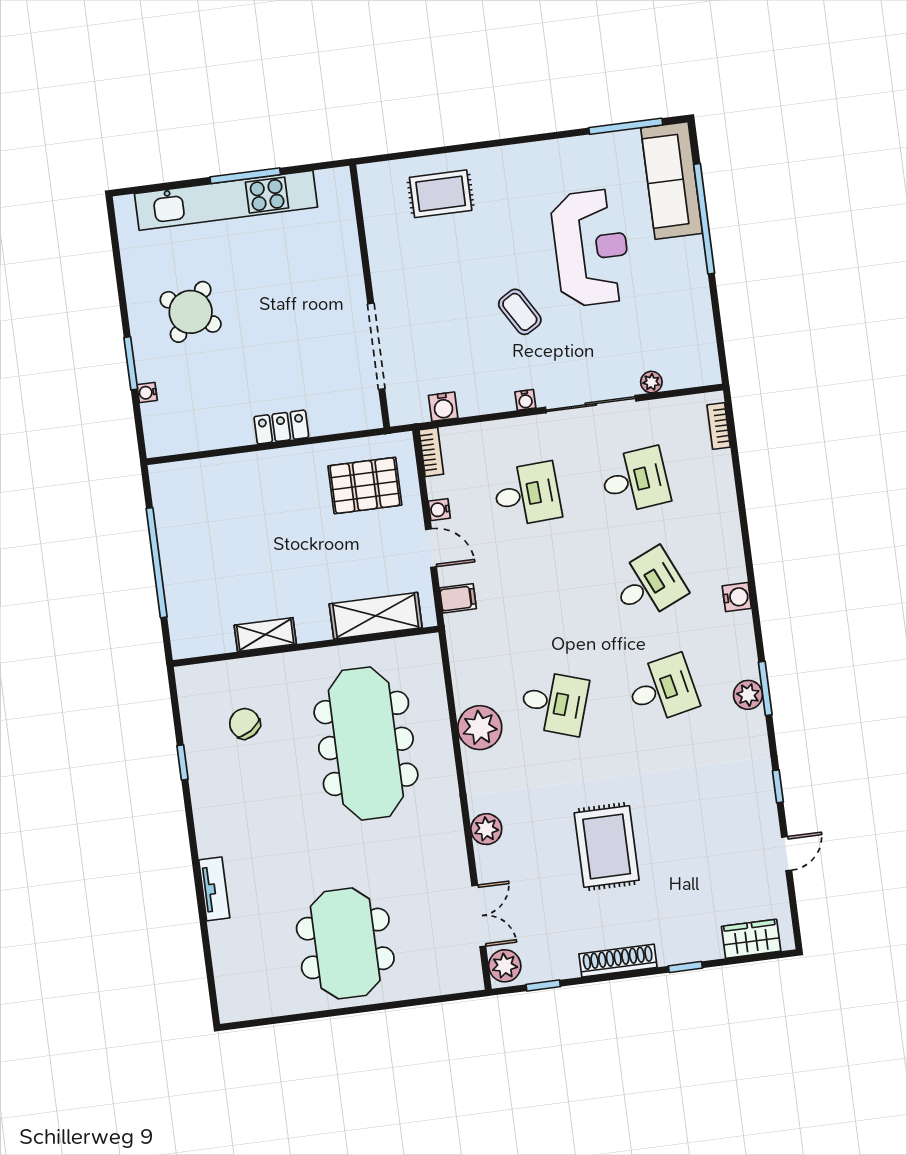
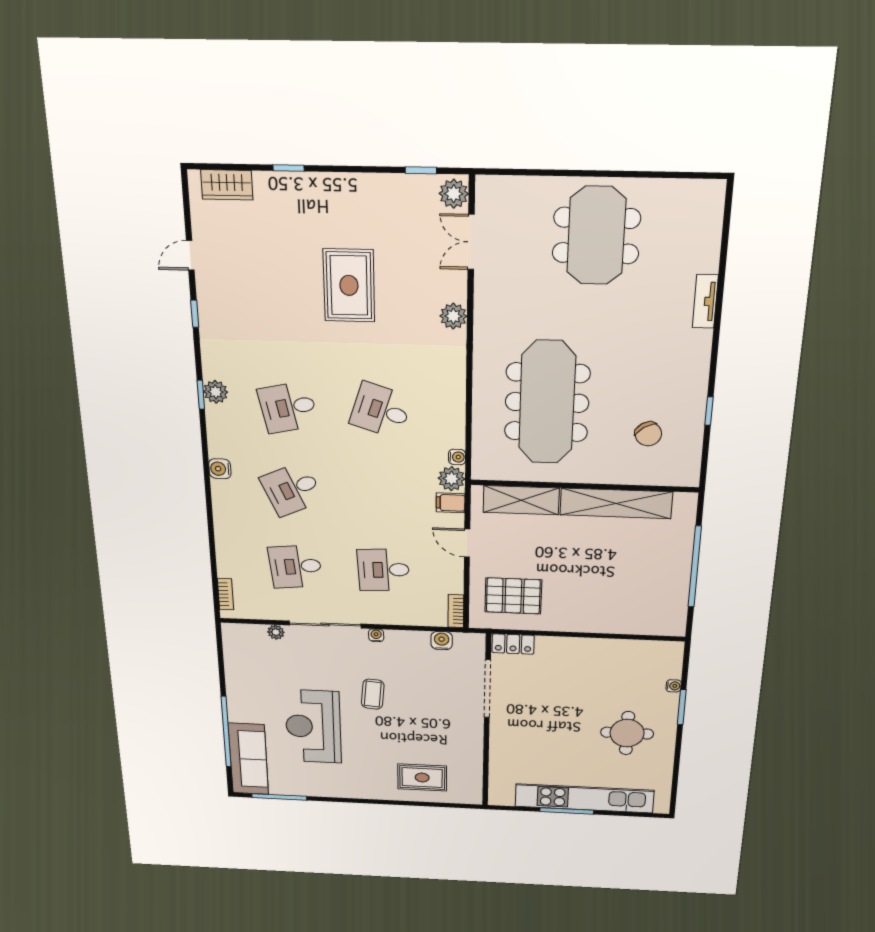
round table: (191, 312) -> (627, 733), turned -36
coffee table: (520, 312) -> (373, 694), turned 36
locker: (281, 427) -> (513, 644), moved
water cooler: (439, 510) -> (457, 457), moved
shelving: (265, 635) -> (616, 503), width x2.20, depth x1.33
window: (765, 688) -> (201, 395), width x0.67
plant: (480, 728) -> (452, 479), moved, width x0.73, depth x0.73
shoe rack: (618, 961) -> (350, 183), removed

